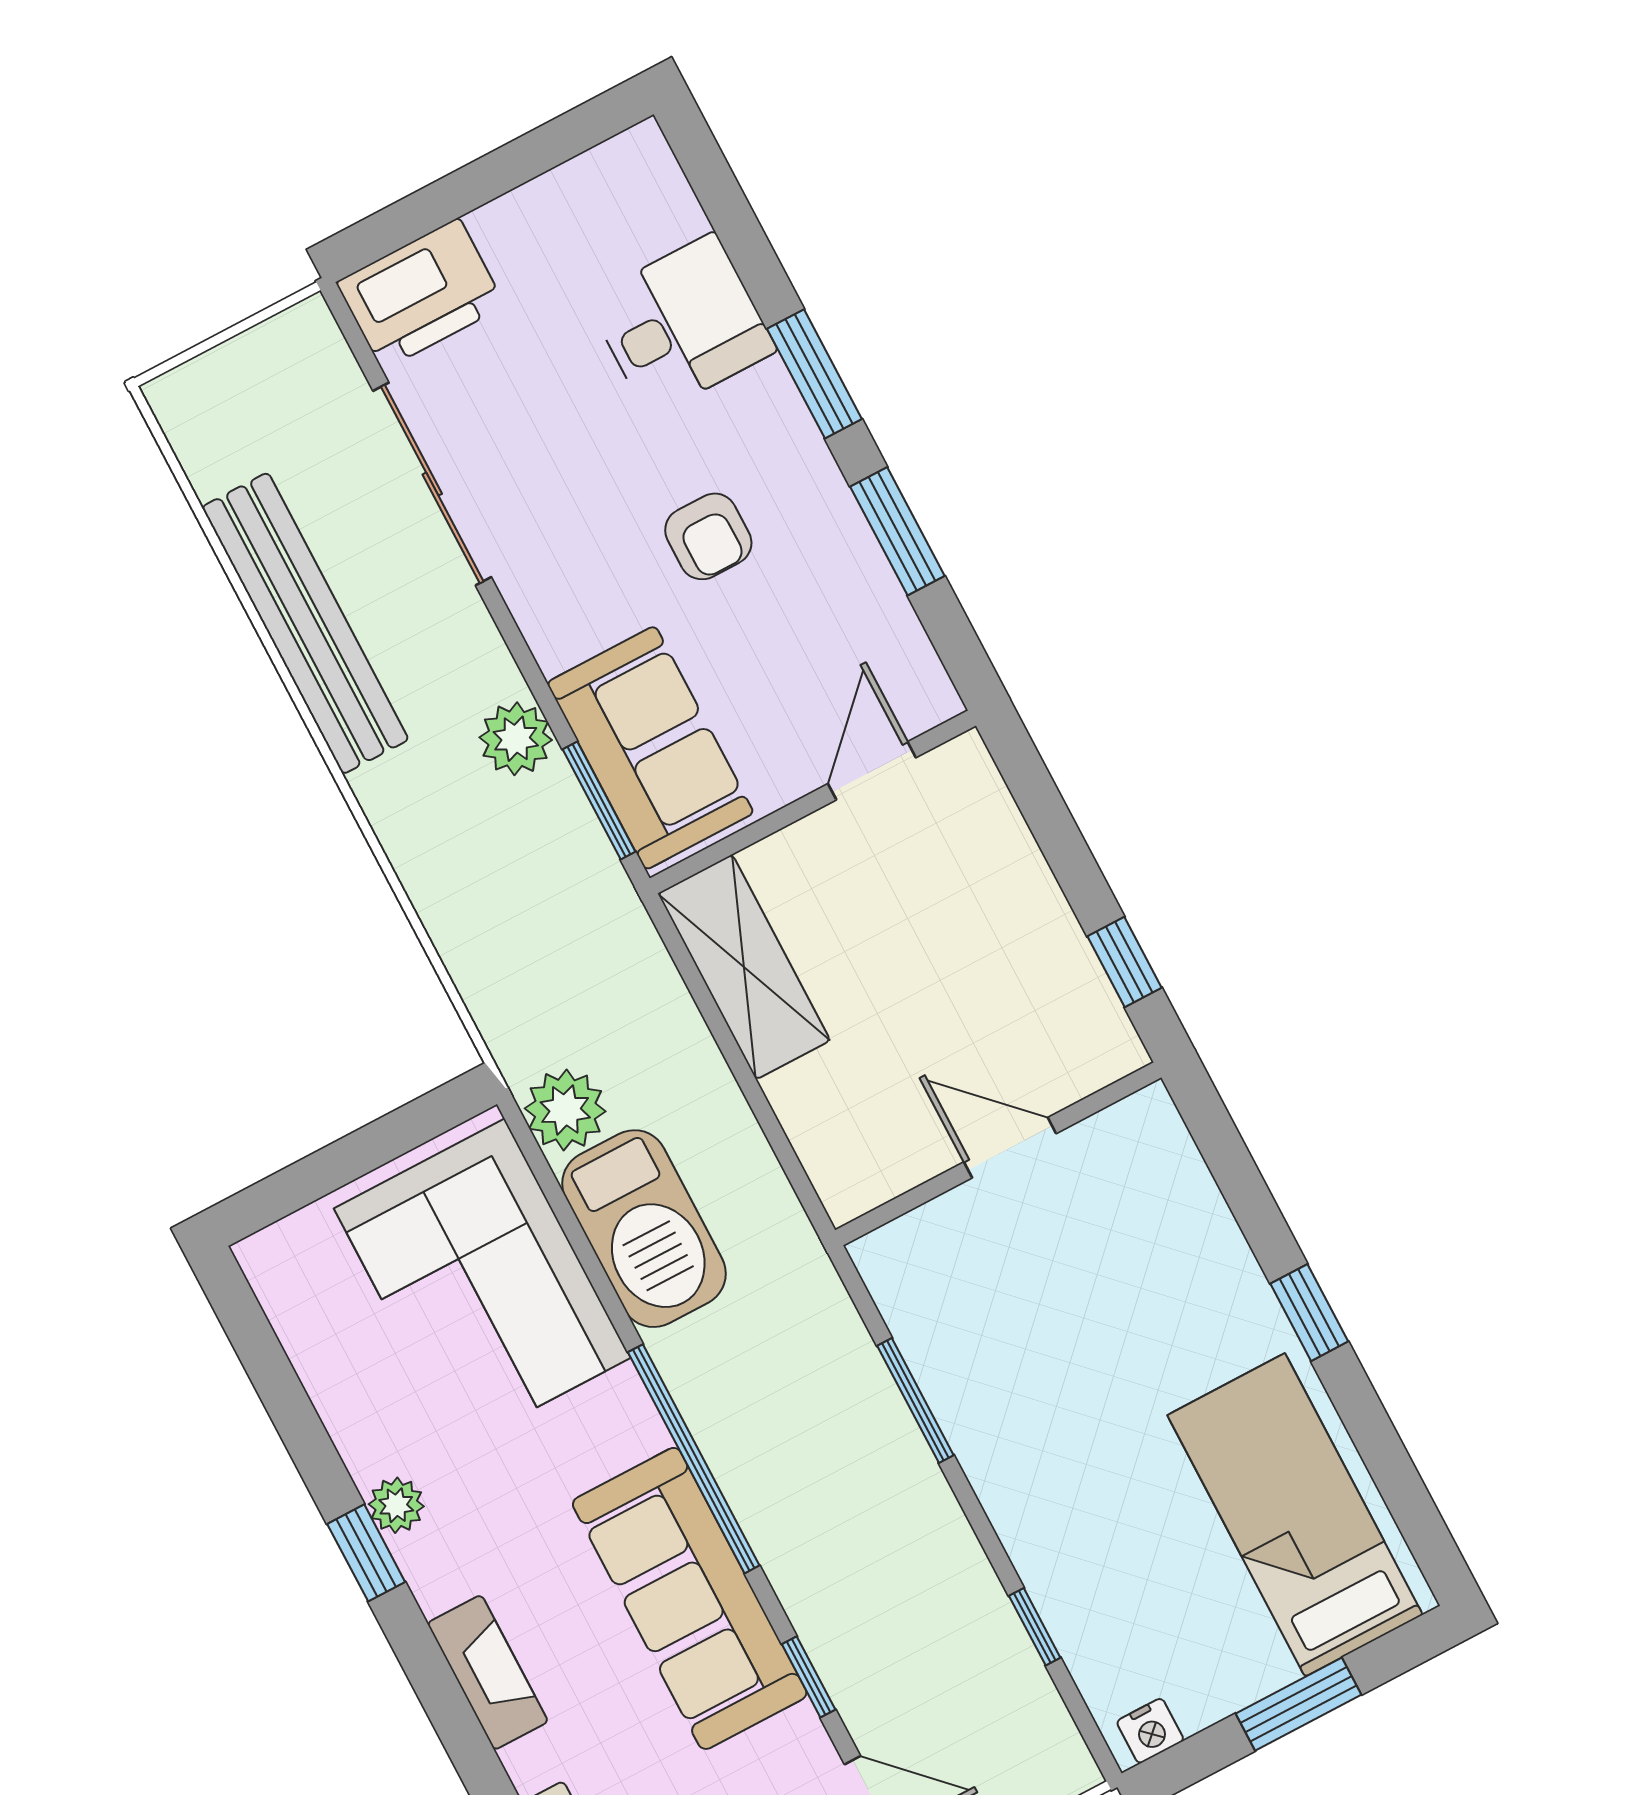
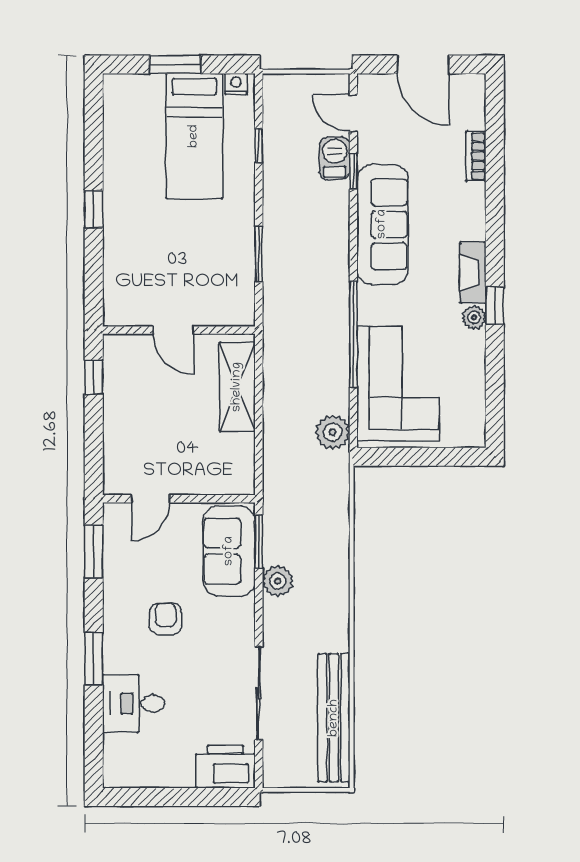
window: (897, 531) -> (94, 552), moved
bench: (305, 623) -> (334, 718), moved
shelving: (744, 967) -> (237, 387), moved
barbecue: (644, 1229) -> (335, 158), moved, width x0.53, depth x0.65
window: (694, 1459) -> (353, 334), moved
bed: (1295, 1515) -> (194, 136), moved
fireplace: (488, 1672) -> (473, 273), moved

